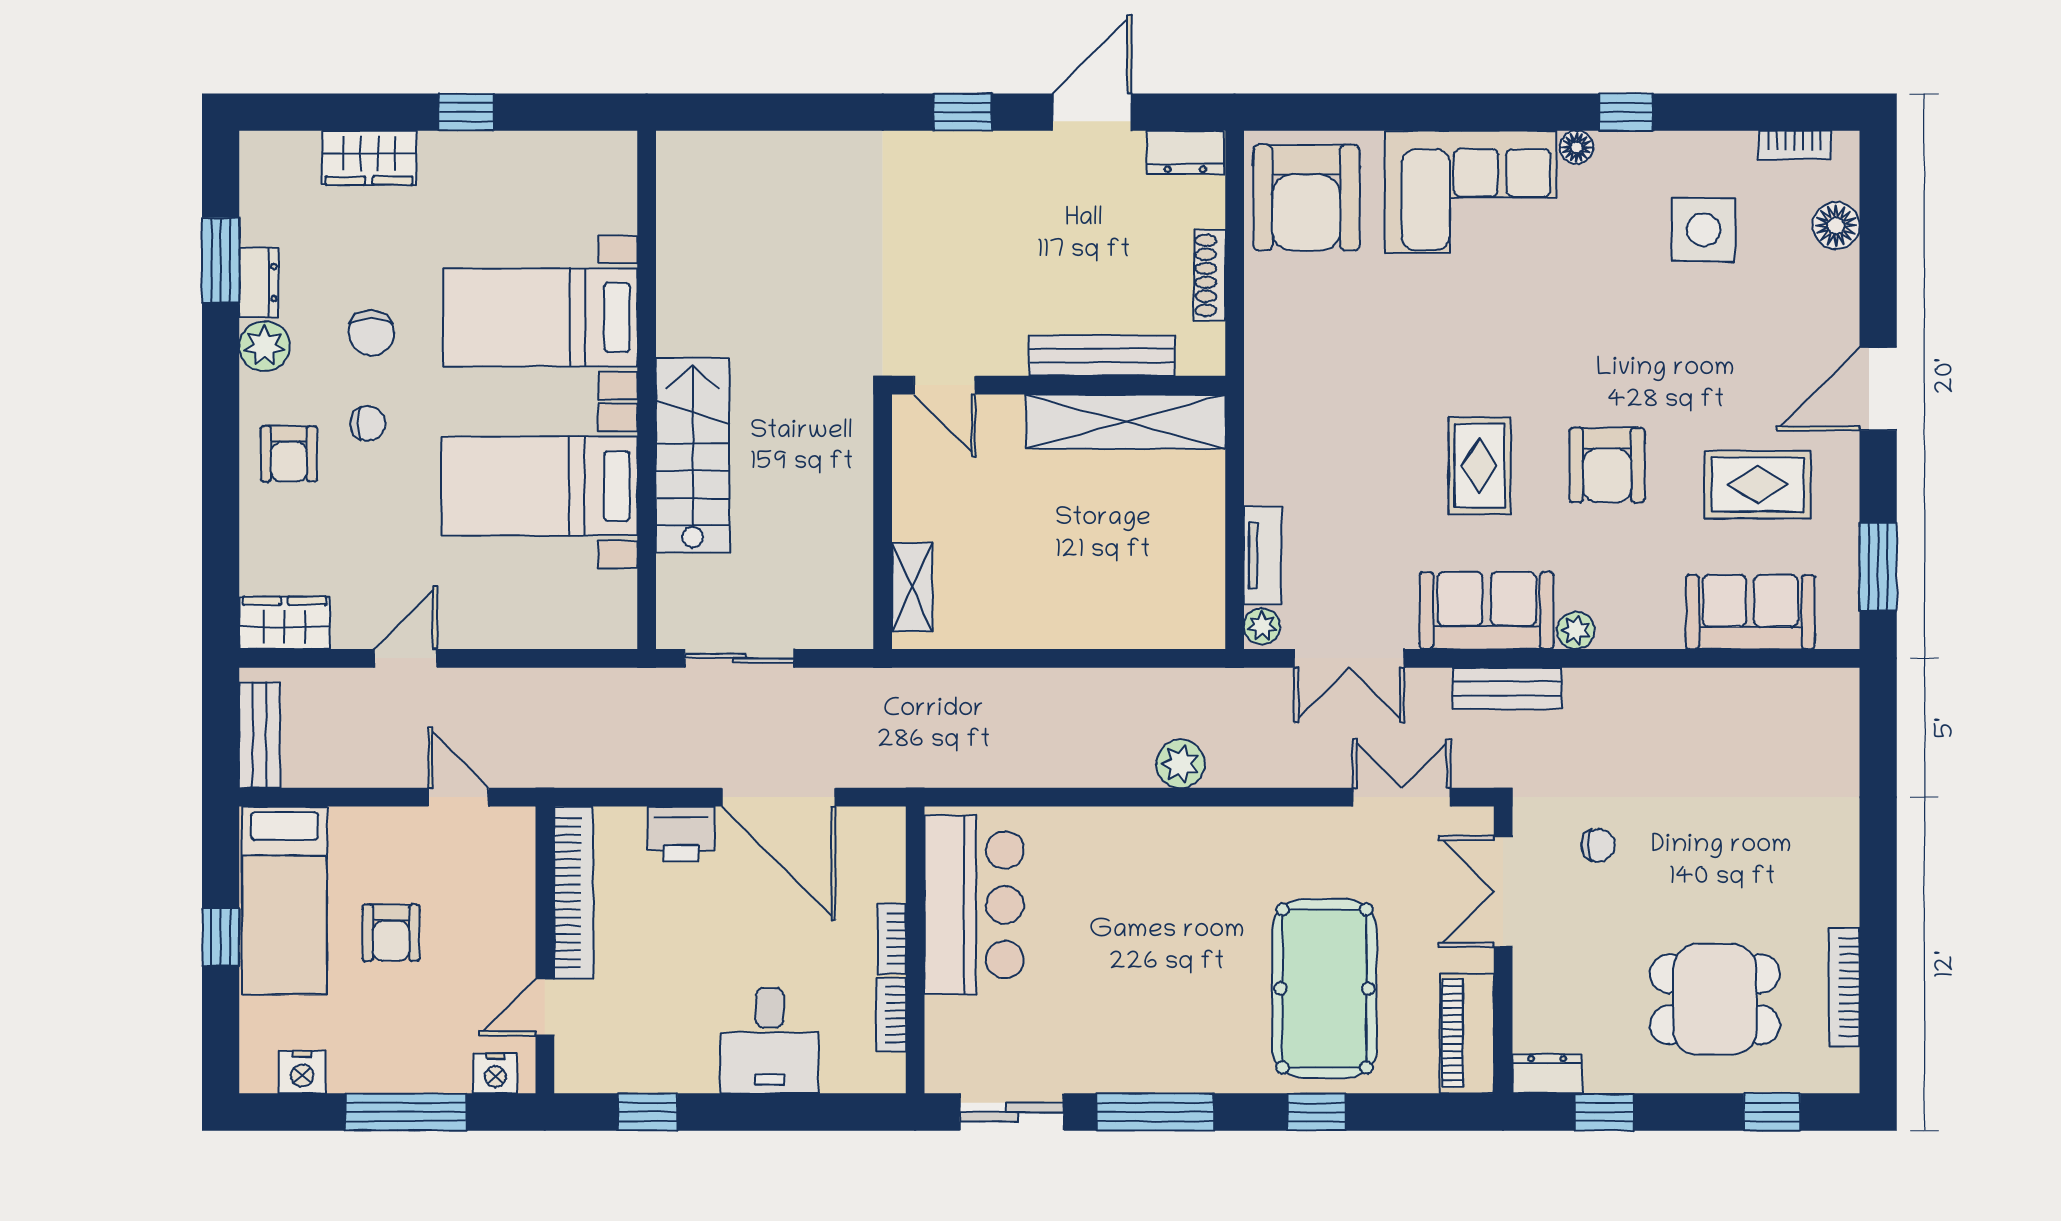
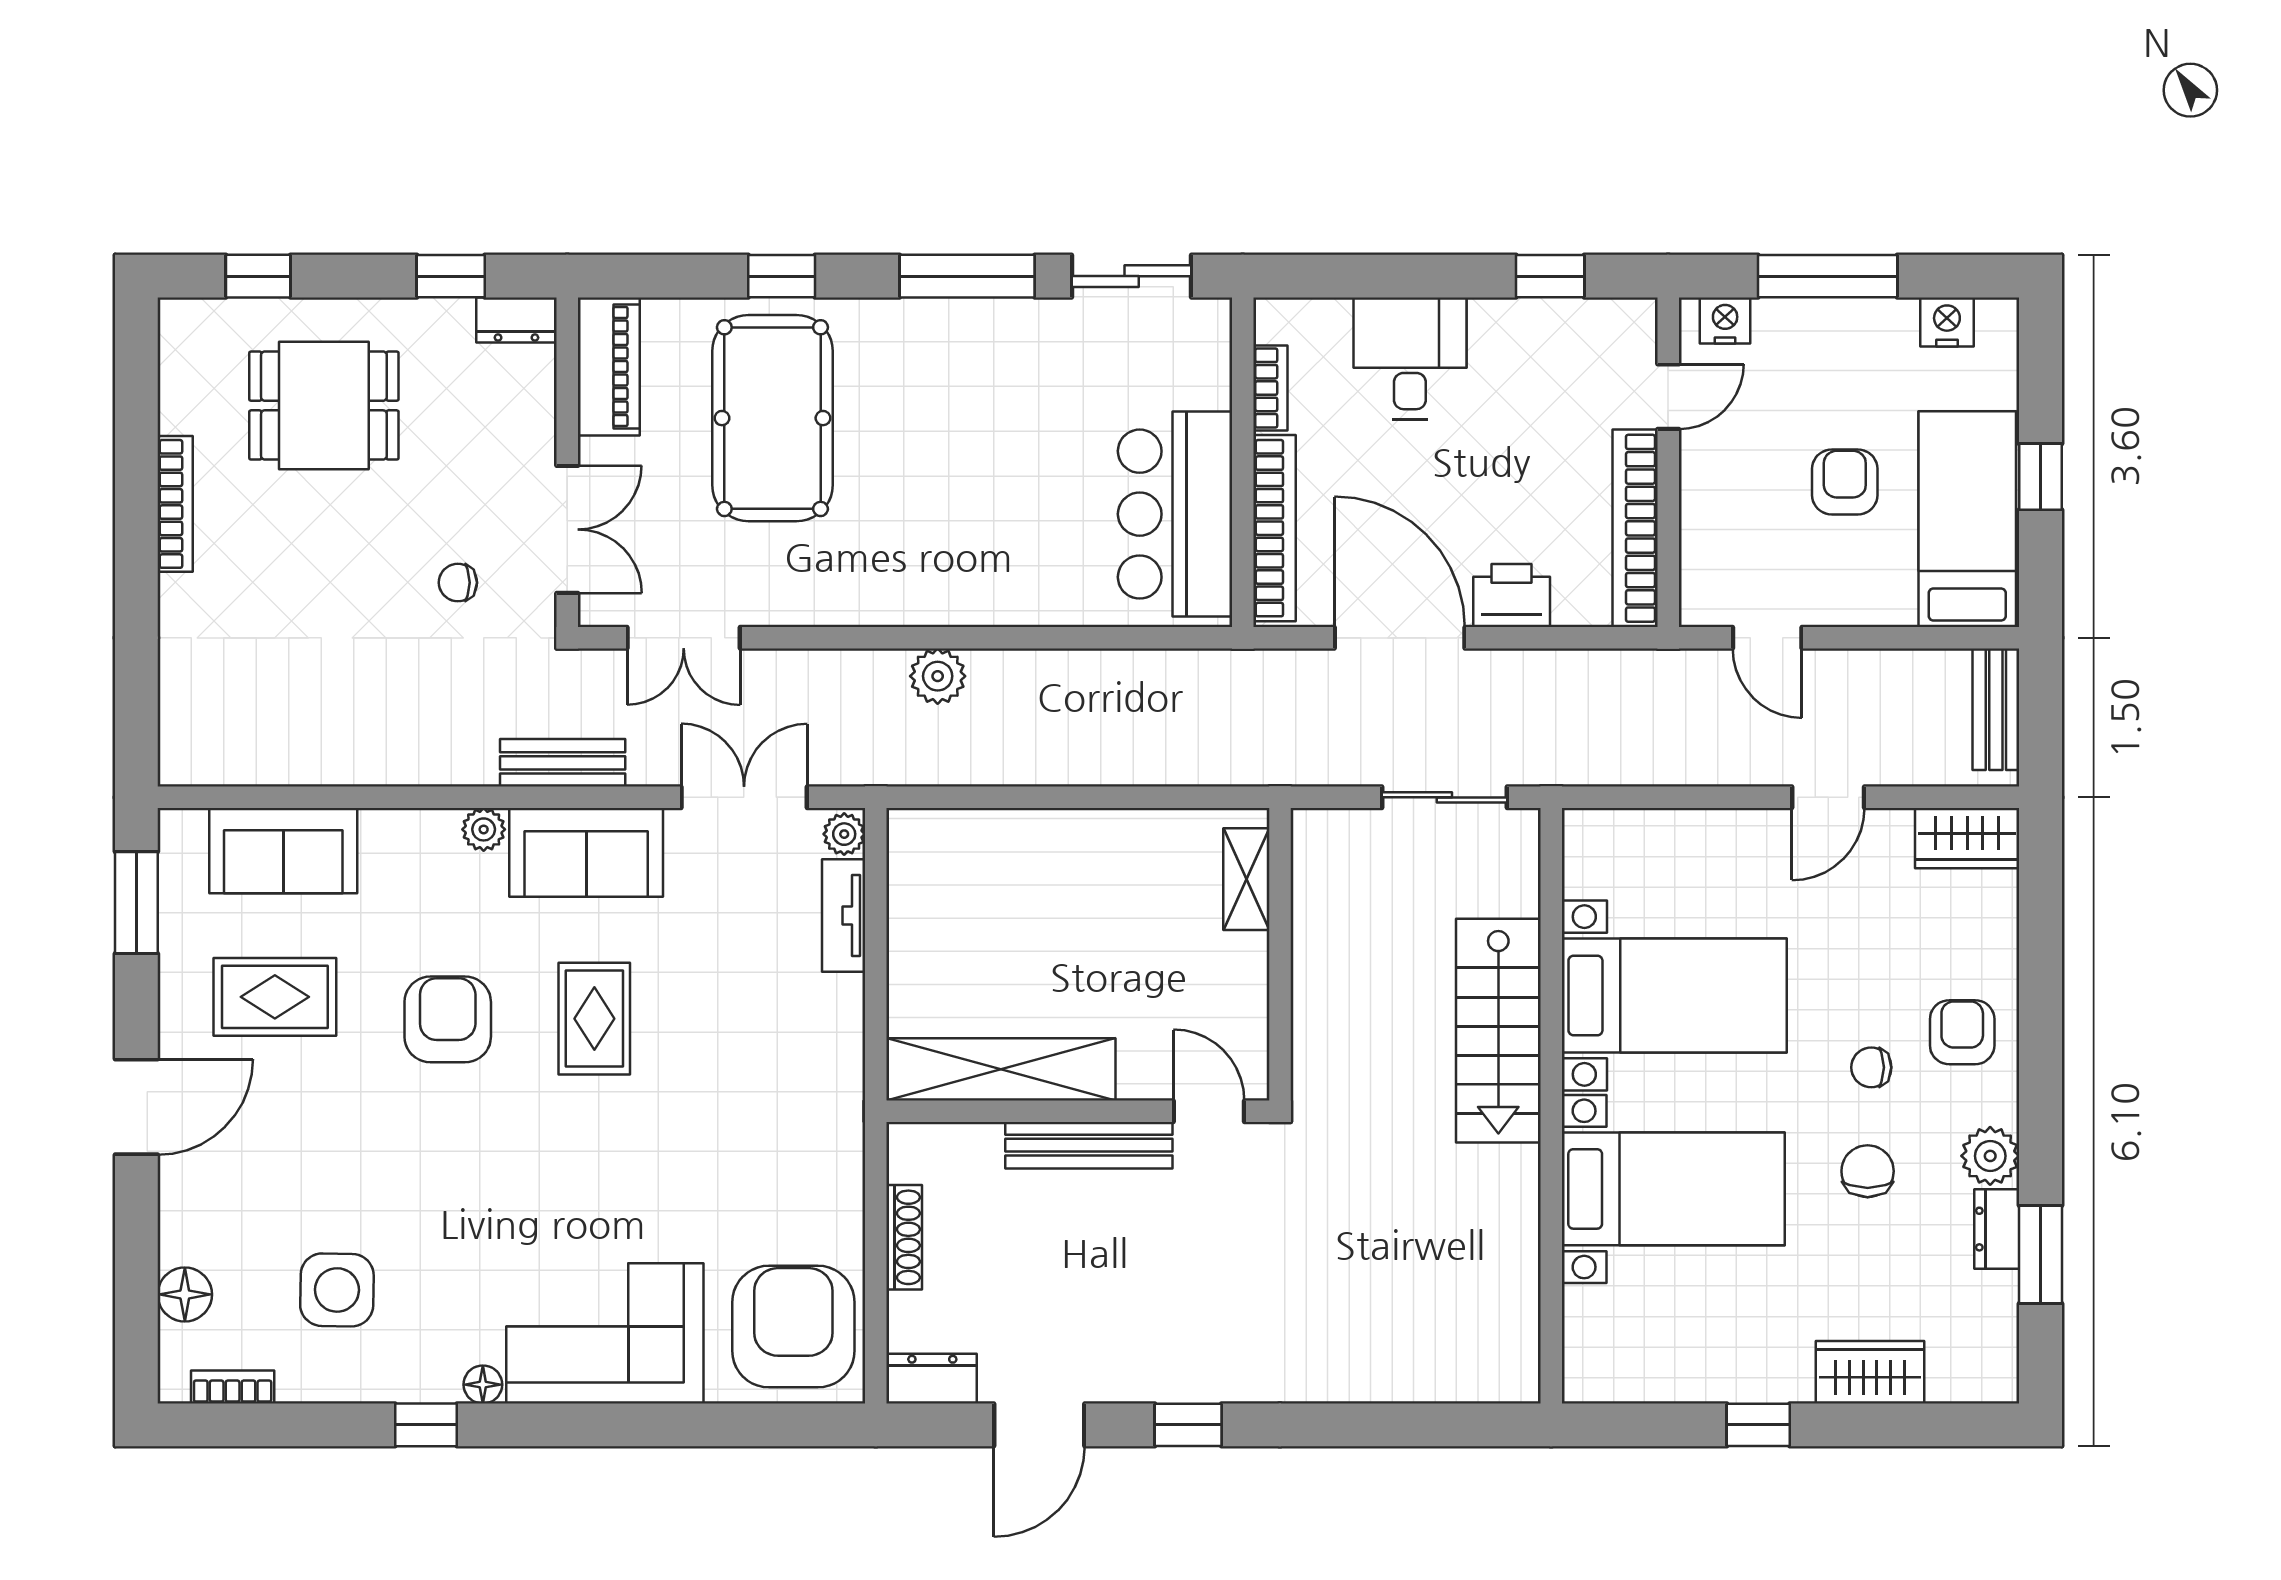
bench: (1102, 356) -> (1089, 1145), moved
bookcase: (892, 939) -> (1274, 528), width x2.31, depth x1.31
bookcase: (1844, 987) -> (175, 504), moved

